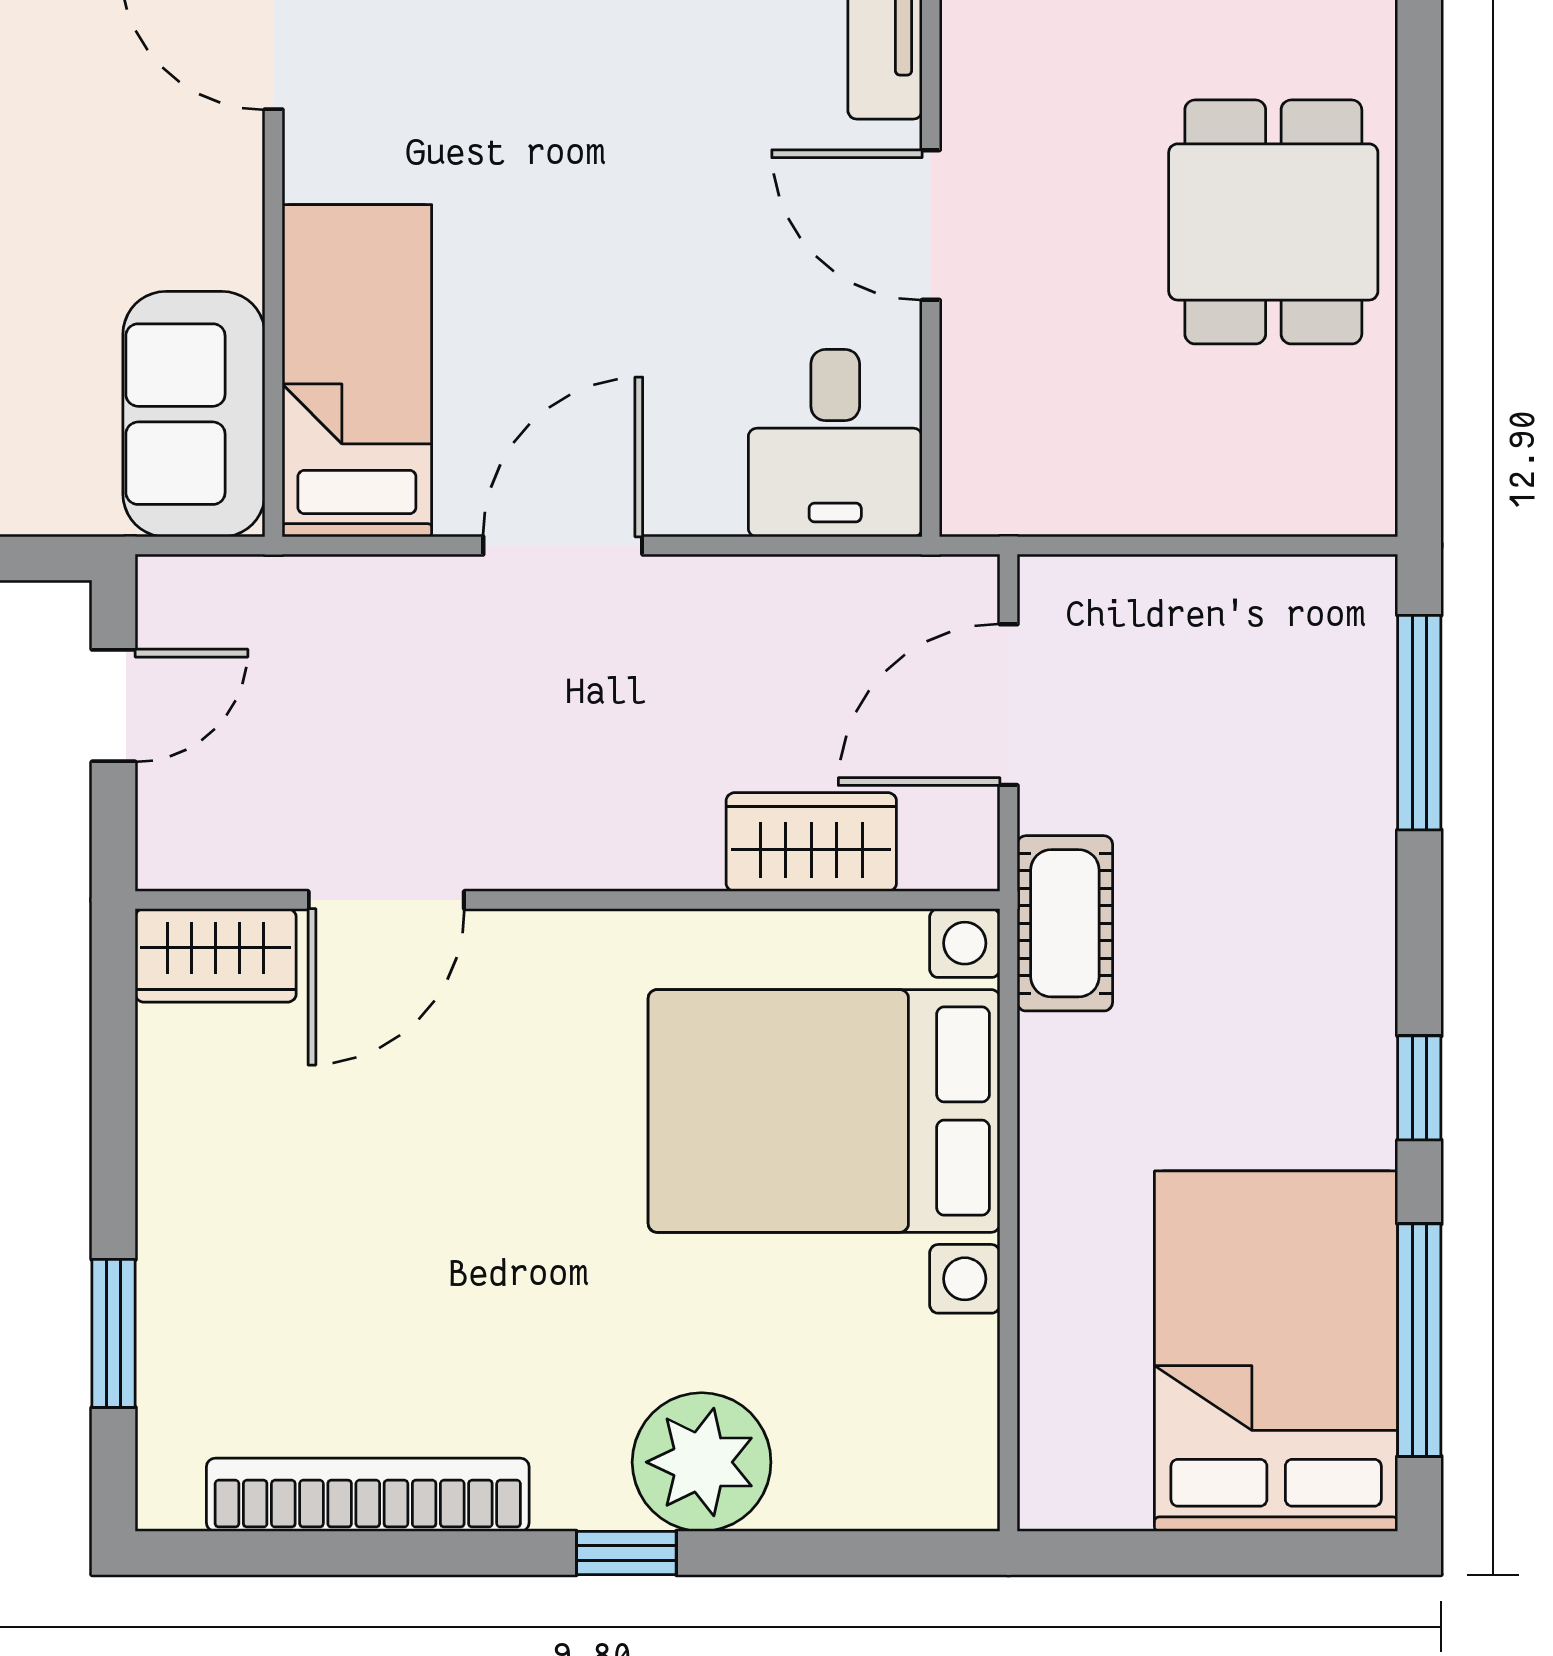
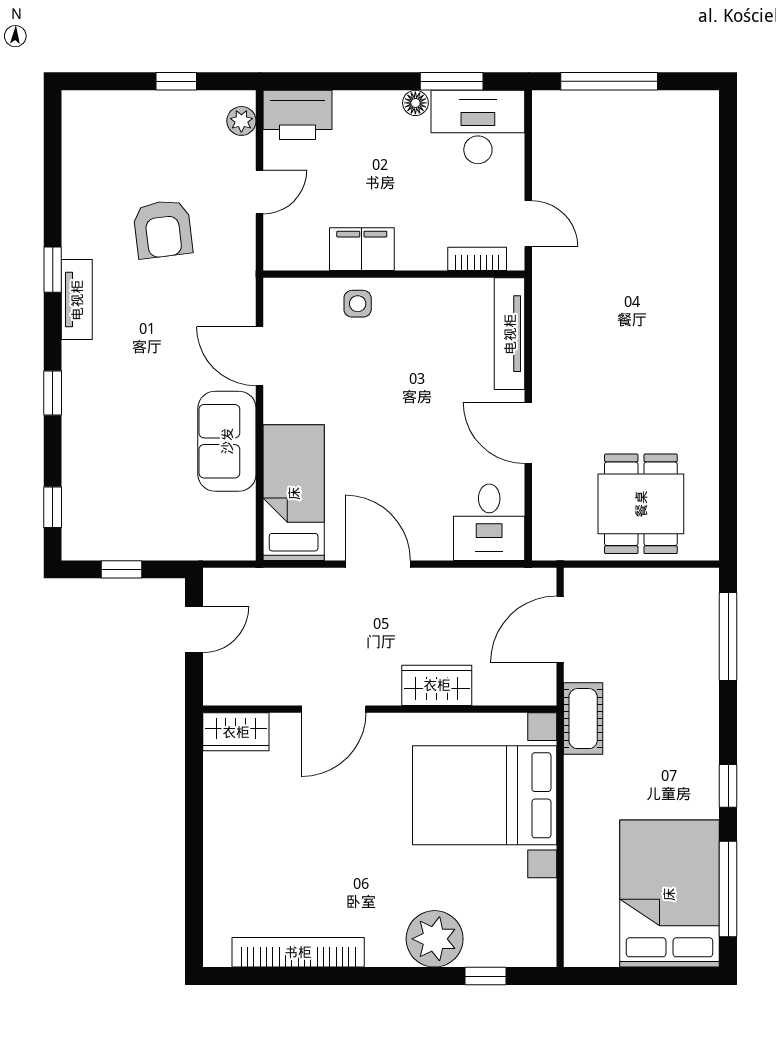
dining table: (1273, 222) -> (641, 504), moved
sofa: (194, 414) -> (227, 441), moved
door: (563, 546) -> (378, 564), hinge flipped
wardrobe: (811, 842) -> (437, 685), moved
door: (386, 900) -> (334, 709), moved
window: (114, 1333) -> (194, 886), removed
window: (626, 1553) -> (485, 976), moved

